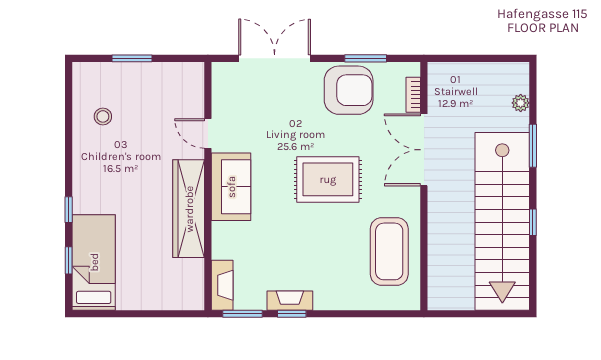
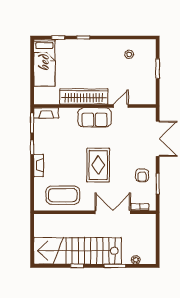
armchair: (349, 90) -> (142, 175), width x0.53, depth x0.53
bed: (94, 262) -> (44, 63), moved, turned 90
fireplace: (290, 301) -> (39, 165), moved

